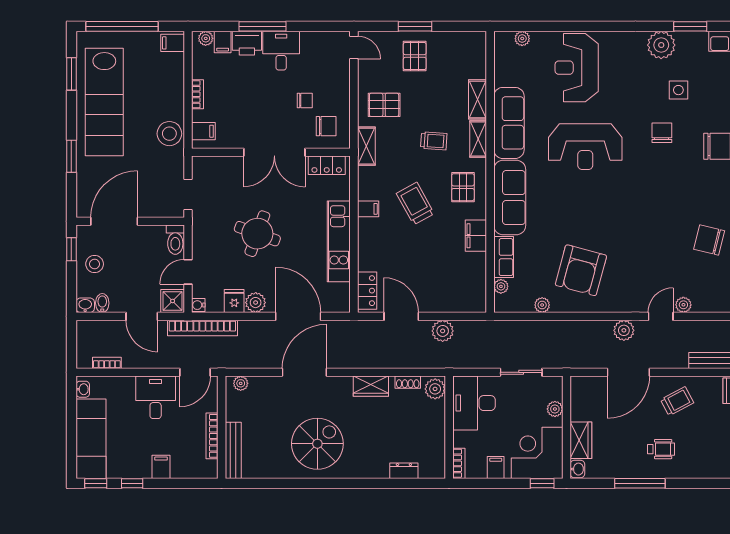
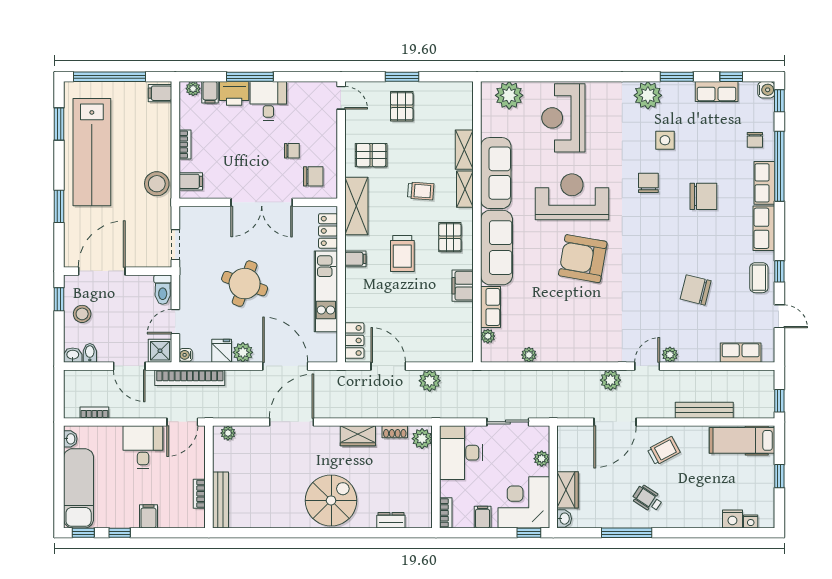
plant: (522, 39) -> (509, 95), width x1.88, depth x1.88
shelving: (366, 146) -> (356, 206), width x1.50, depth x1.33
reception desk: (585, 147) -> (572, 197), turned 180
locker: (327, 165) -> (328, 231), moved, turned 90
trolley: (415, 204) -> (402, 254), turned -151
armchair: (581, 270) -> (583, 259), moved, turned 85
bookcase: (212, 436) -> (199, 494), width x0.64
spiral stairs: (317, 444) -> (331, 500), moved
wheelchair: (661, 449) -> (648, 499), turned -147

